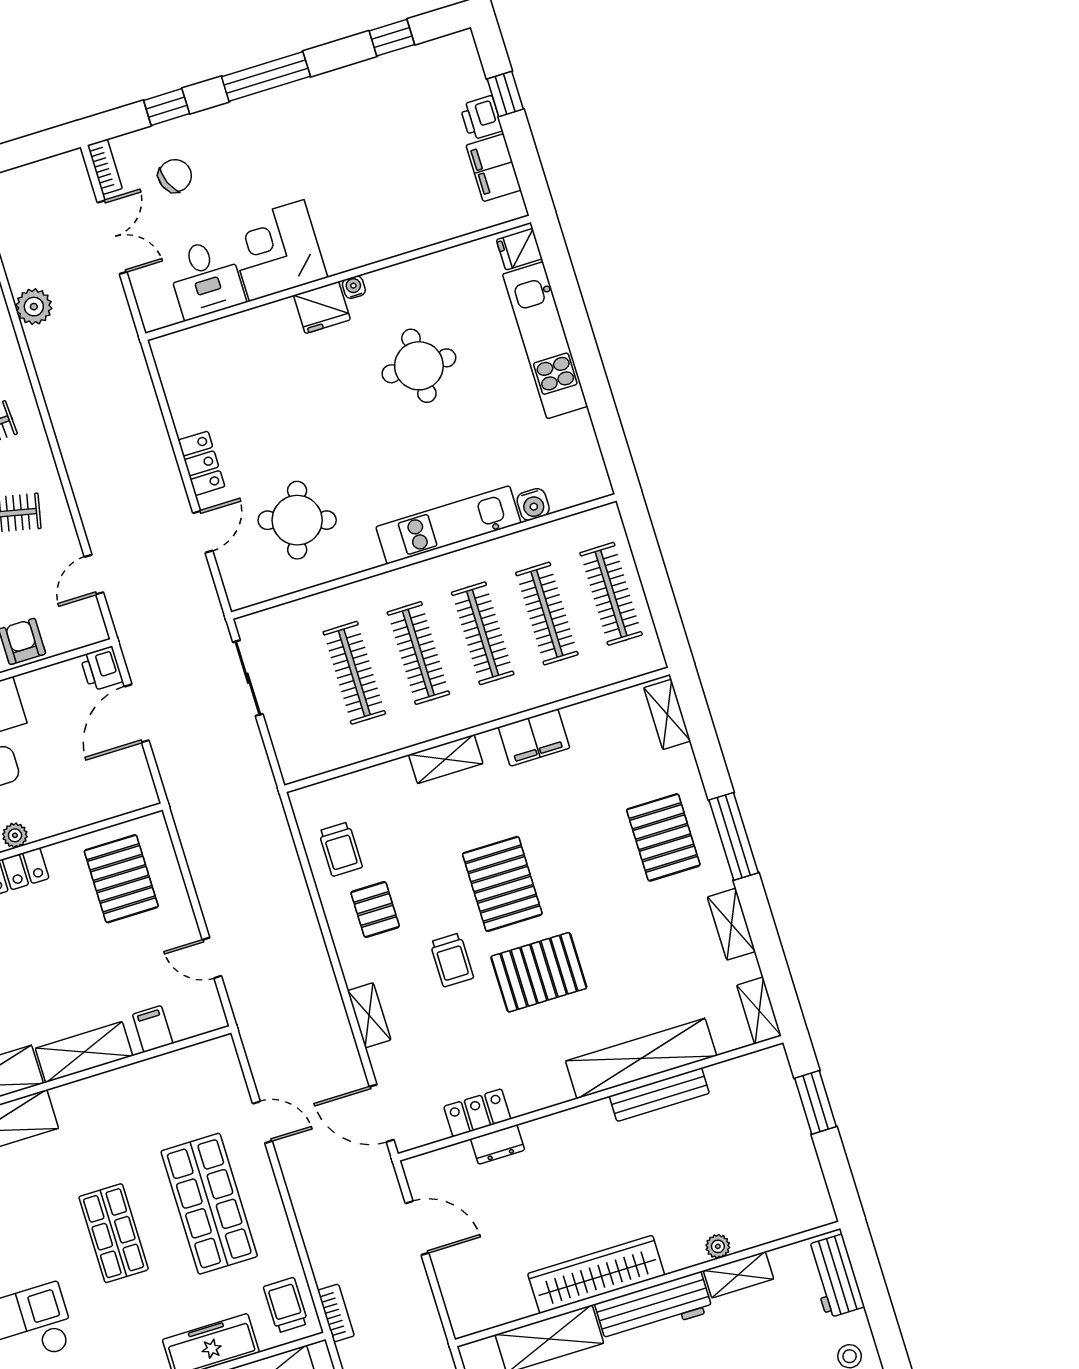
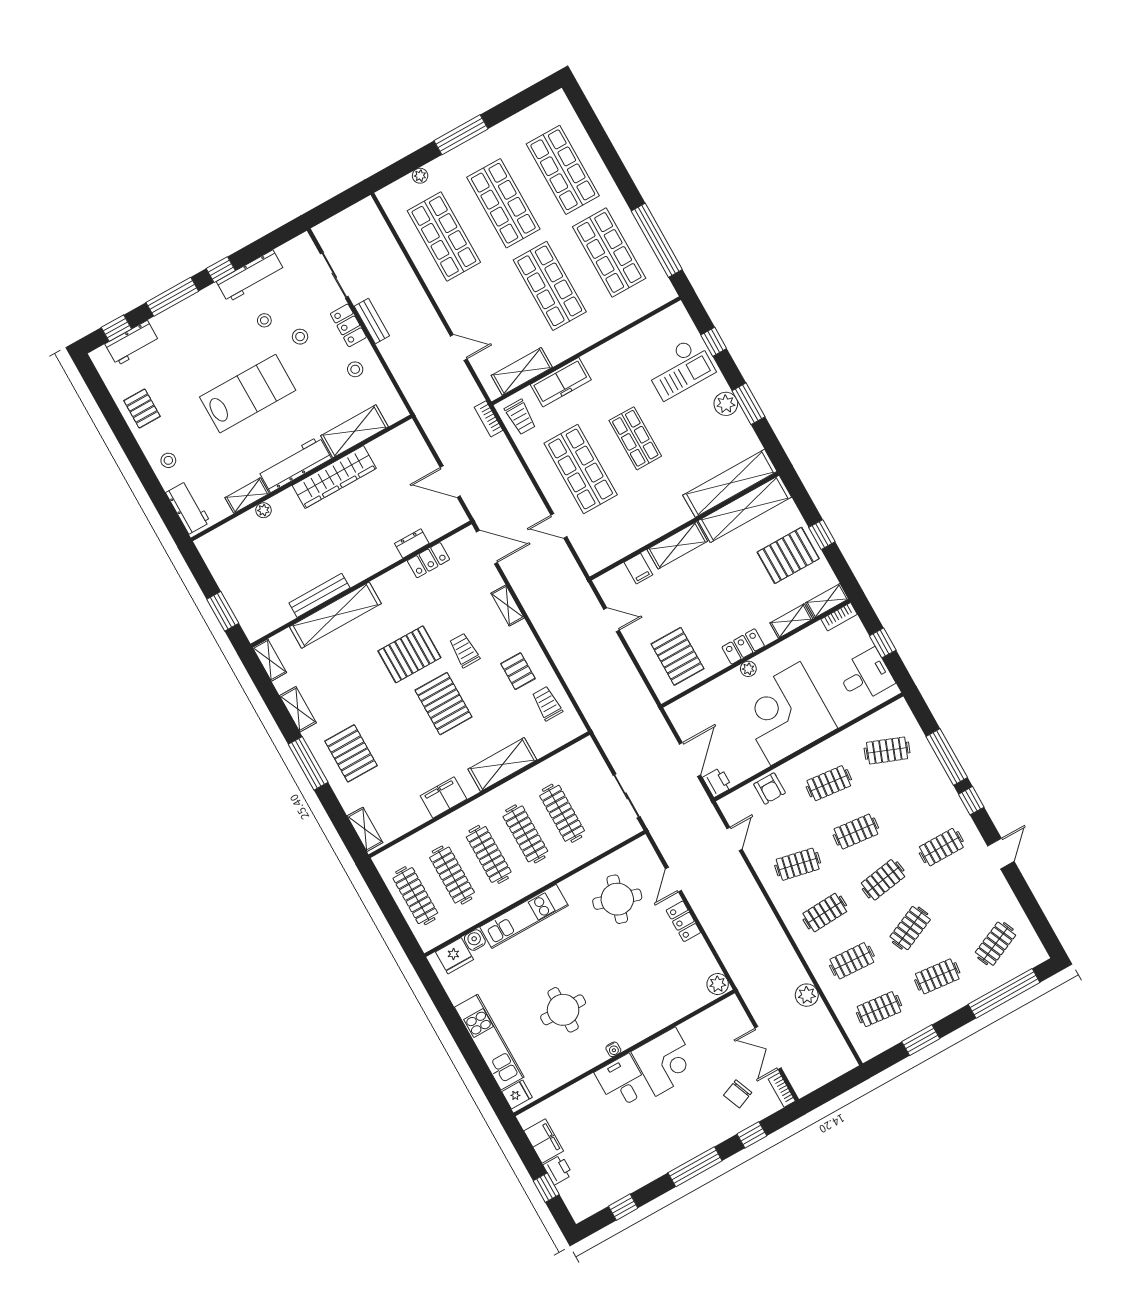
desk: (206, 279) -> (622, 1082), moved
fridge: (322, 308) -> (454, 956), moved, turned 180
plant: (169, 354) -> (718, 984), added
shelving: (446, 759) -> (502, 764), width x1.50, depth x1.33

